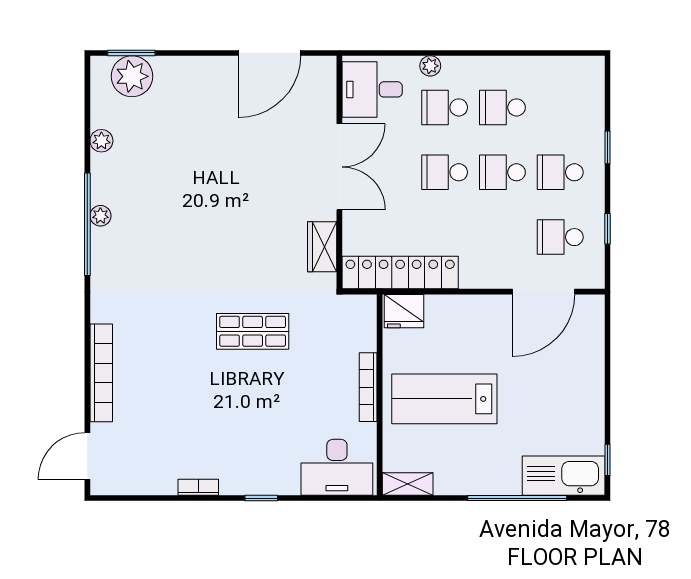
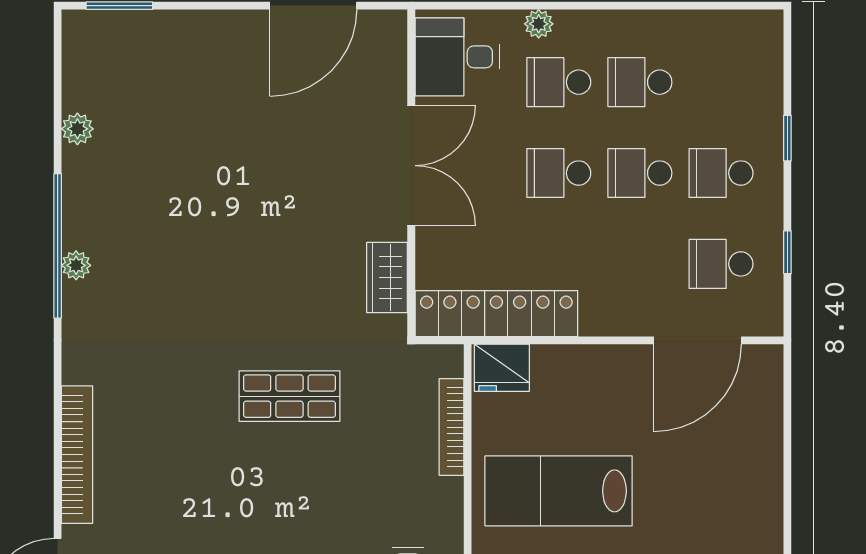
plant: (132, 76) -> (120, 38), removed
plant: (100, 216) -> (76, 265), moved
bookcase: (368, 387) -> (452, 427), moved

